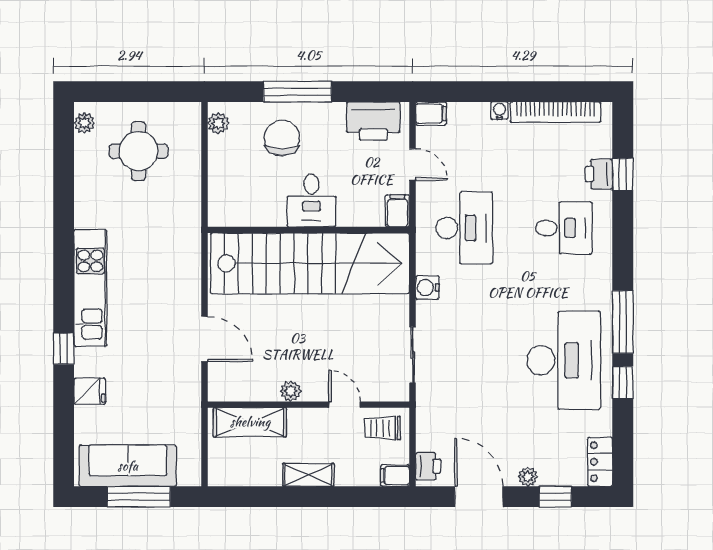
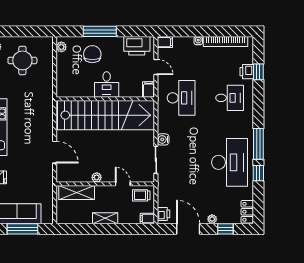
water cooler: (427, 288) -> (163, 139), moved

